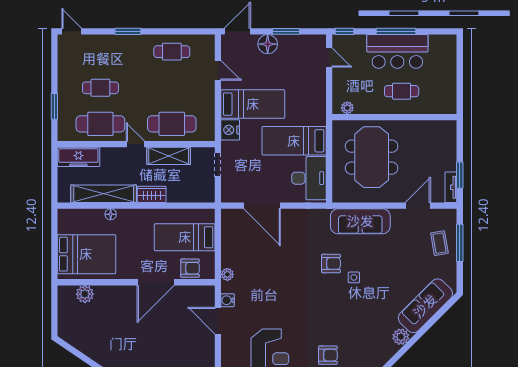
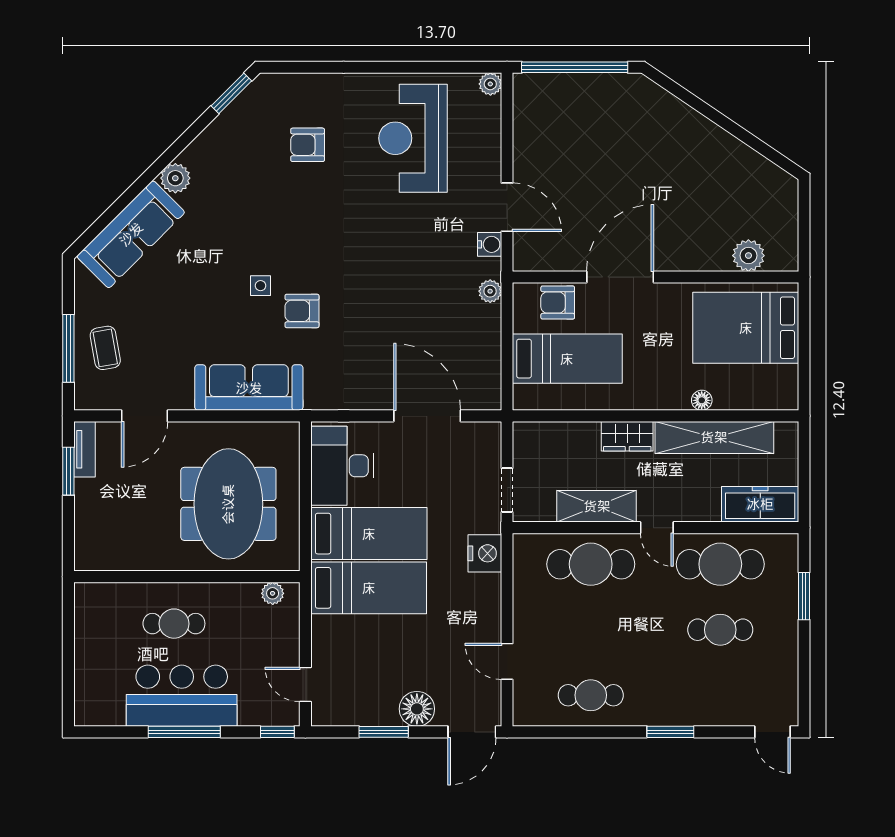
bed: (253, 104) -> (369, 588), moved, turned 180

